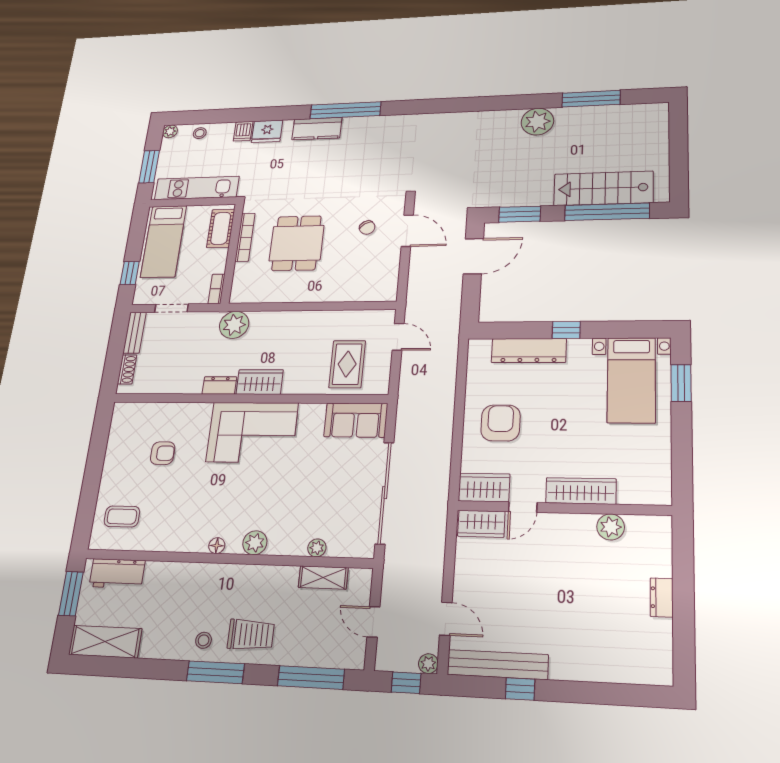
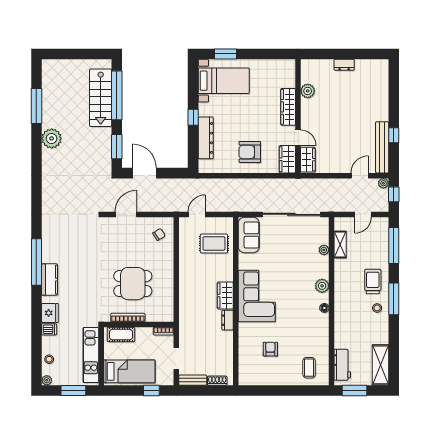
chair: (367, 228) -> (159, 234), moved
plant: (234, 325) -> (188, 316), removed

